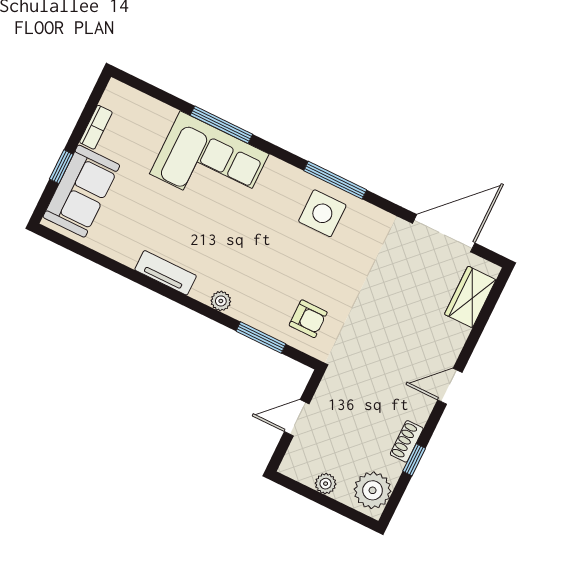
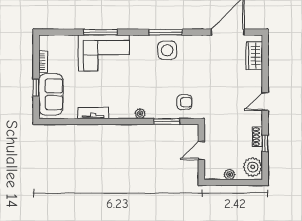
tv unit: (166, 273) -> (93, 113), moved

